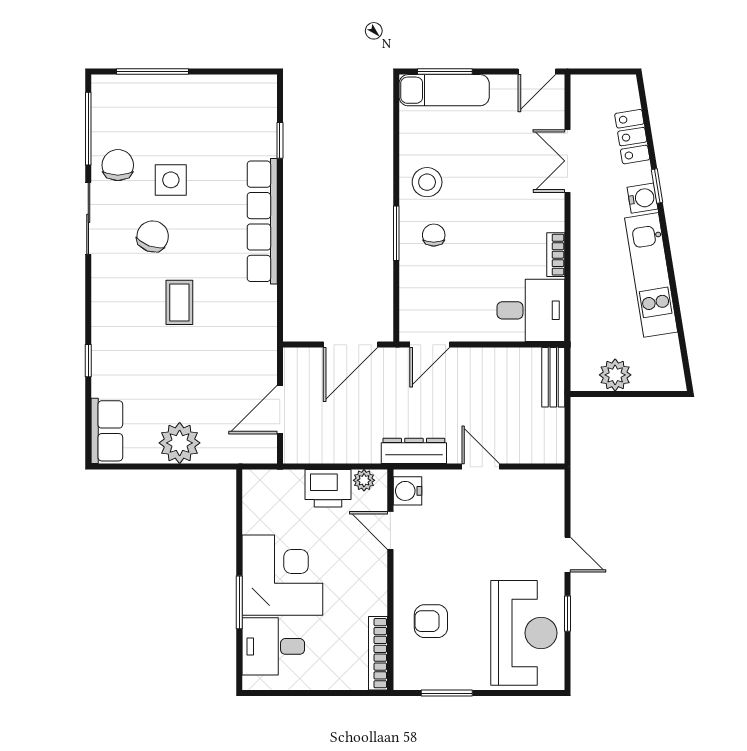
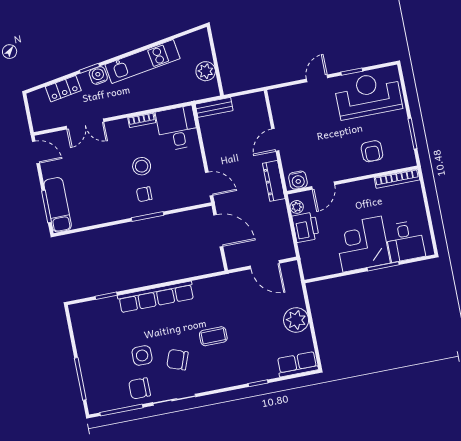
stool: (427, 182) -> (142, 166), moved

